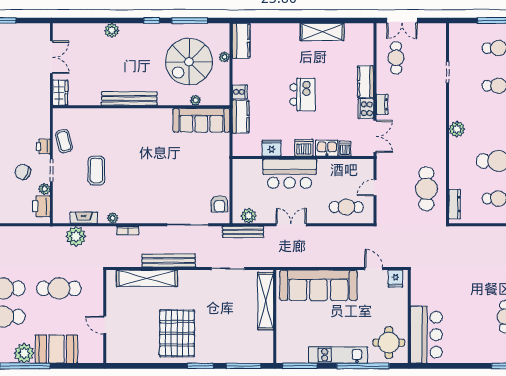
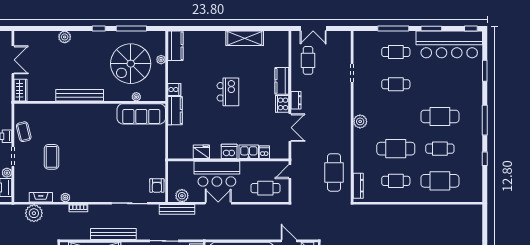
fridge: (272, 148) -> (201, 152), moved
dishwasher: (304, 148) -> (229, 151), moved
kitchen sink: (327, 148) -> (249, 152), moved
dishwasher: (345, 149) -> (264, 152), moved
wall: (303, 158) -> (228, 160), moved
bar counter: (290, 174) -> (217, 174), moved

